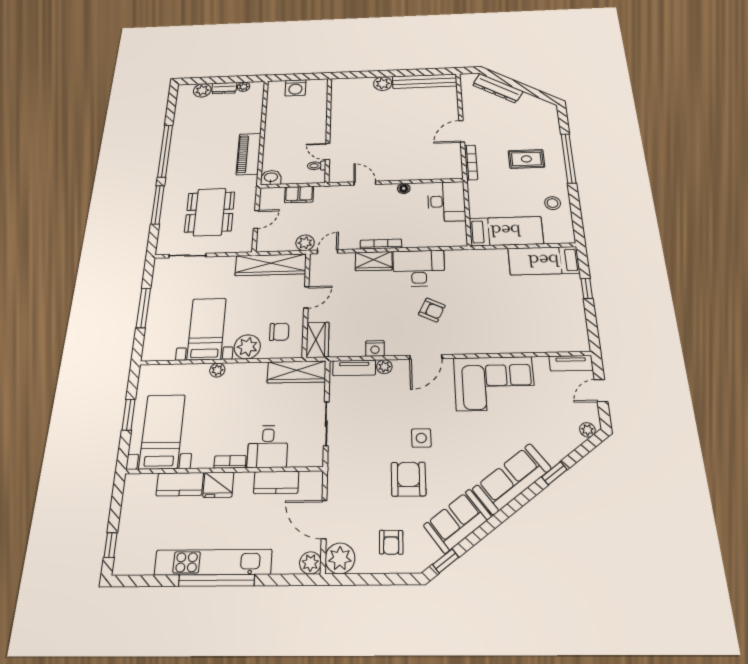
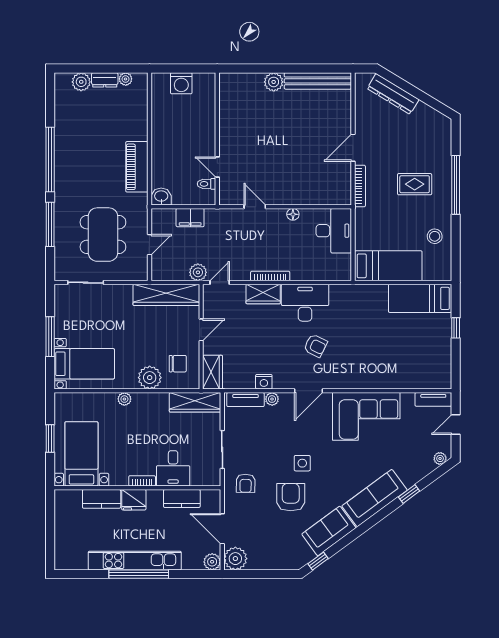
bed with nightstands: (207, 329) -> (84, 364), moved, turned 90
armchair: (391, 542) -> (246, 483), moved
window: (111, 545) -> (50, 547), removed

